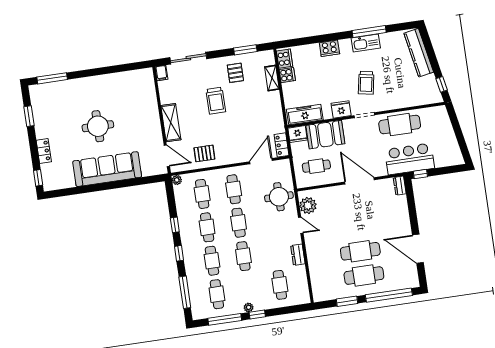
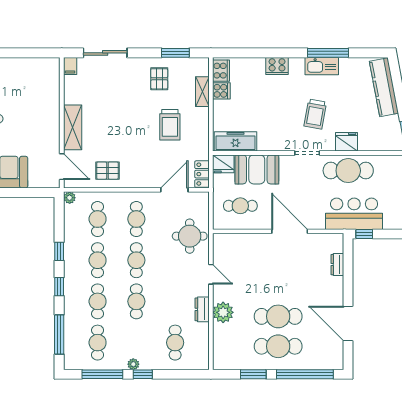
trolley: (216, 101) -> (170, 125), moved
fridge: (341, 109) -> (347, 142), moved
dresser: (400, 186) -> (337, 265), moved
plant: (308, 205) -> (223, 312), moved

